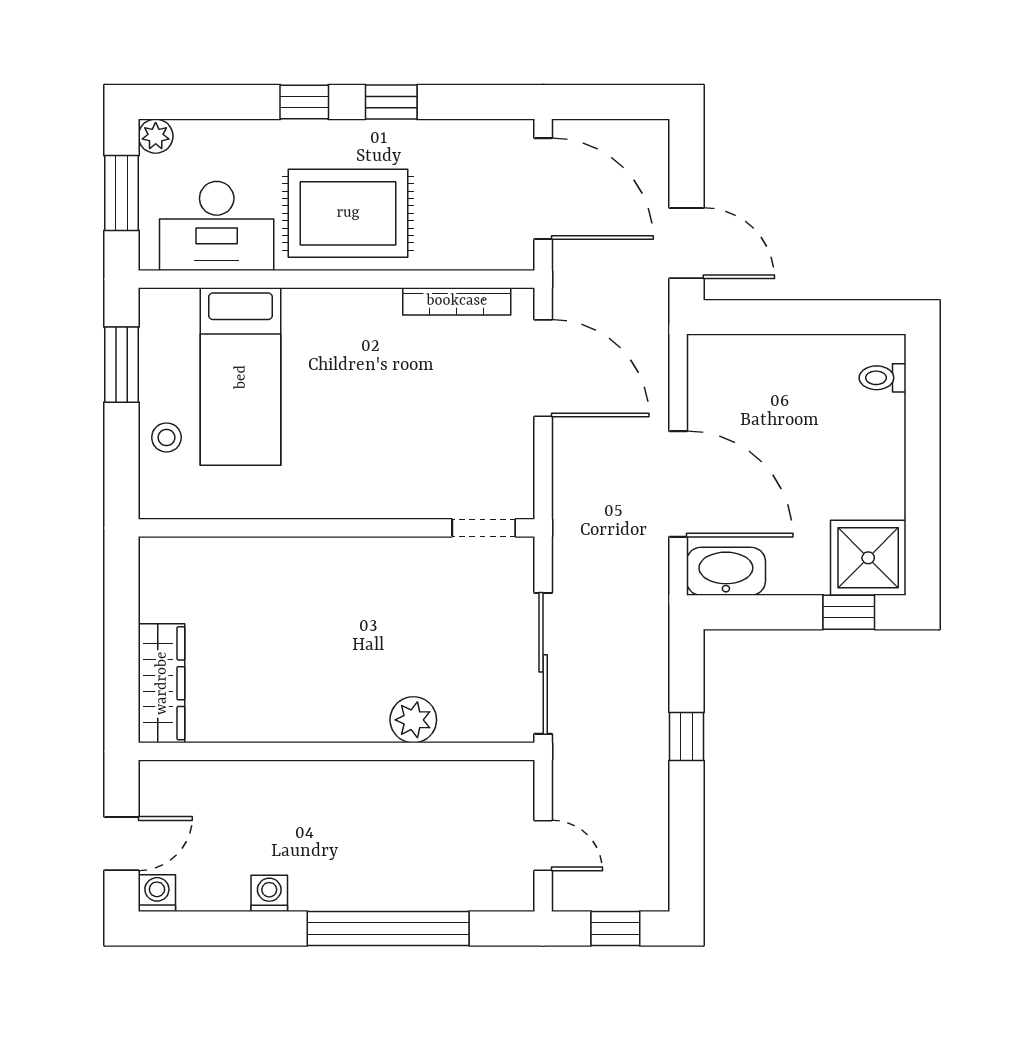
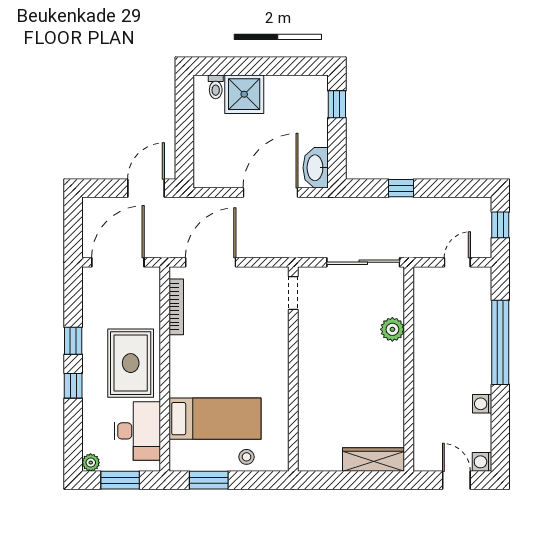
shower: (868, 558) -> (244, 94), moved

